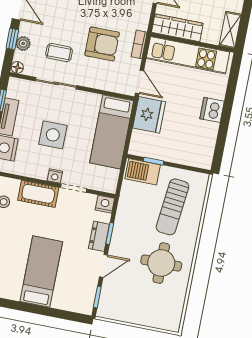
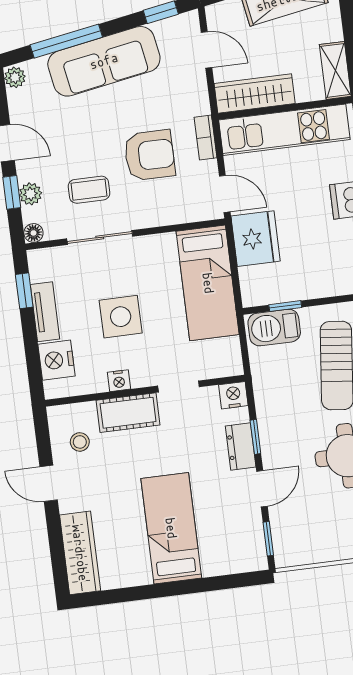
nightstand: (55, 176) -> (119, 381), moved

